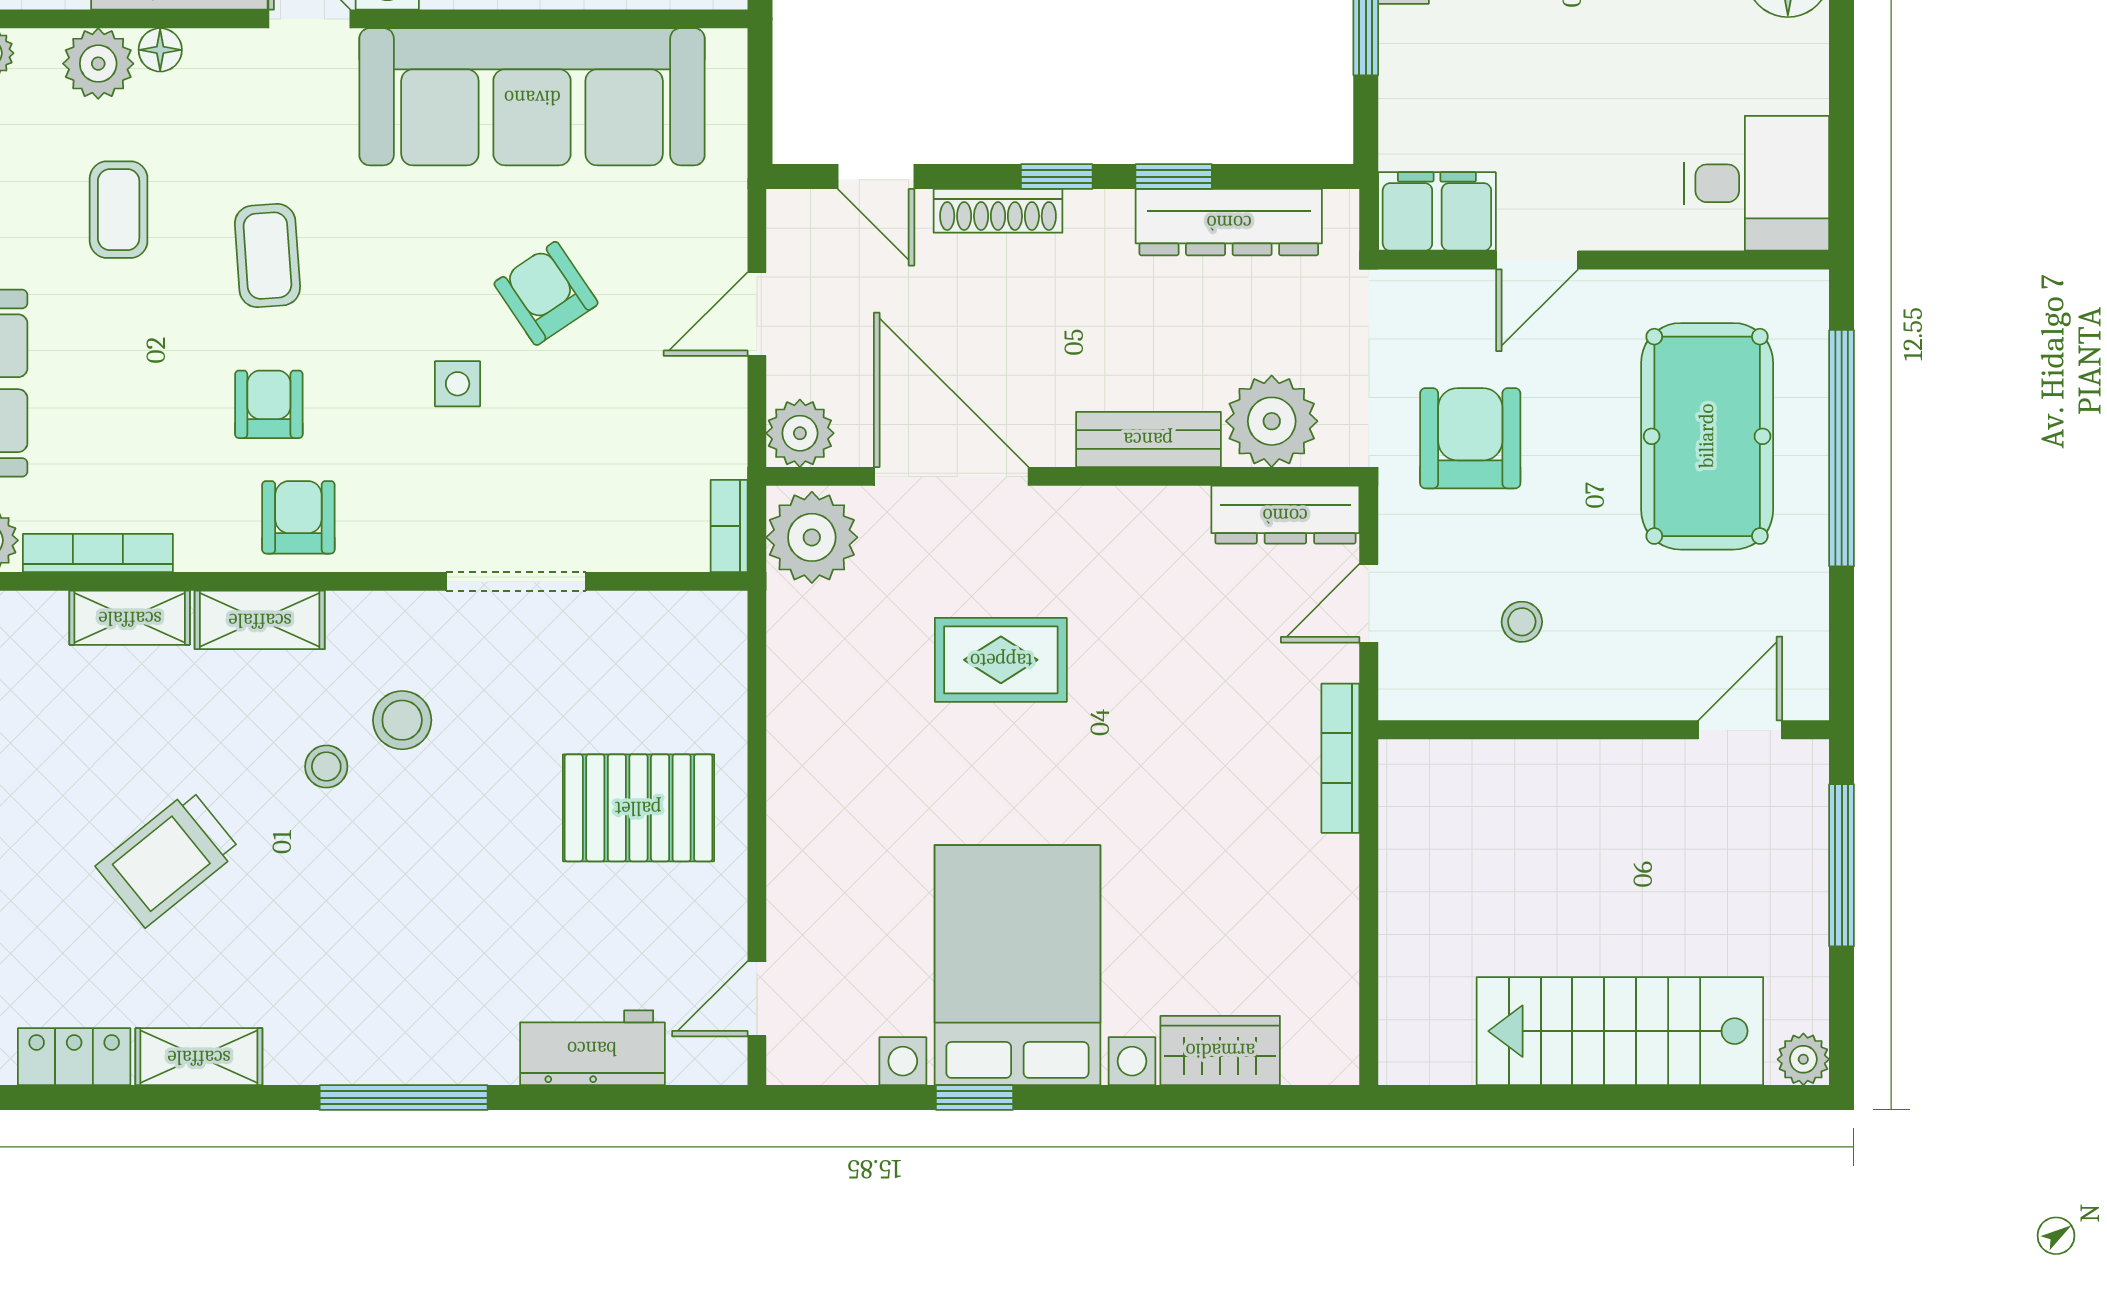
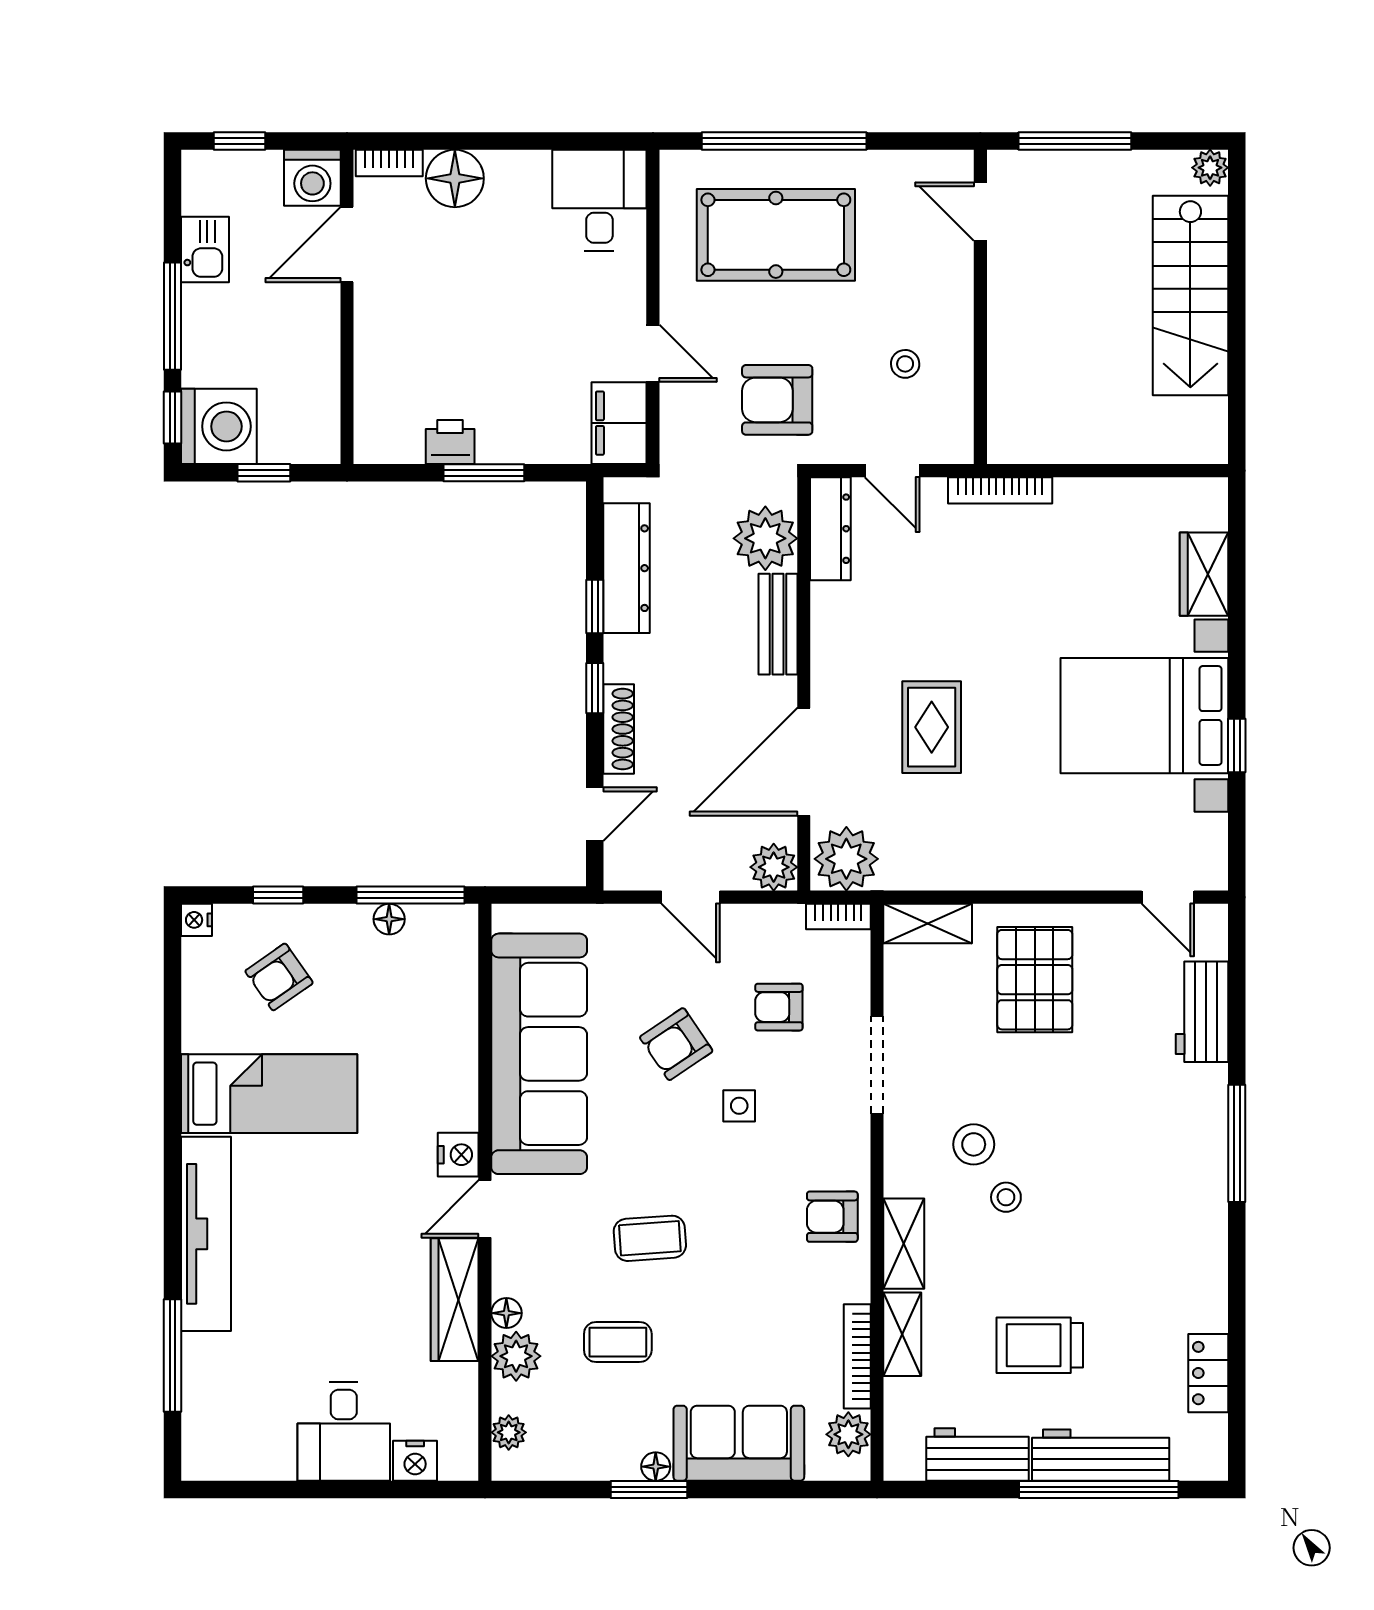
armchair: (269, 404) -> (779, 1007), moved
trolley: (168, 858) -> (1040, 1345), moved, turned 129
shelving: (199, 1057) -> (928, 924), moved, turned 90

